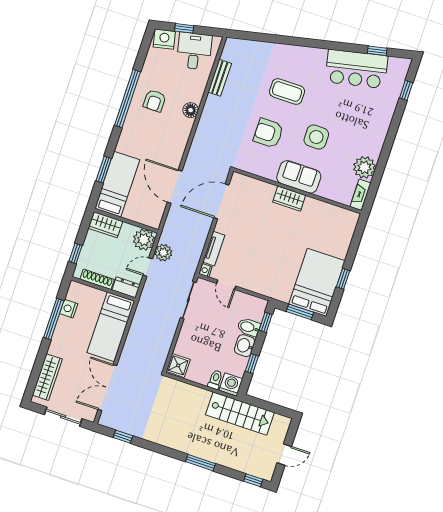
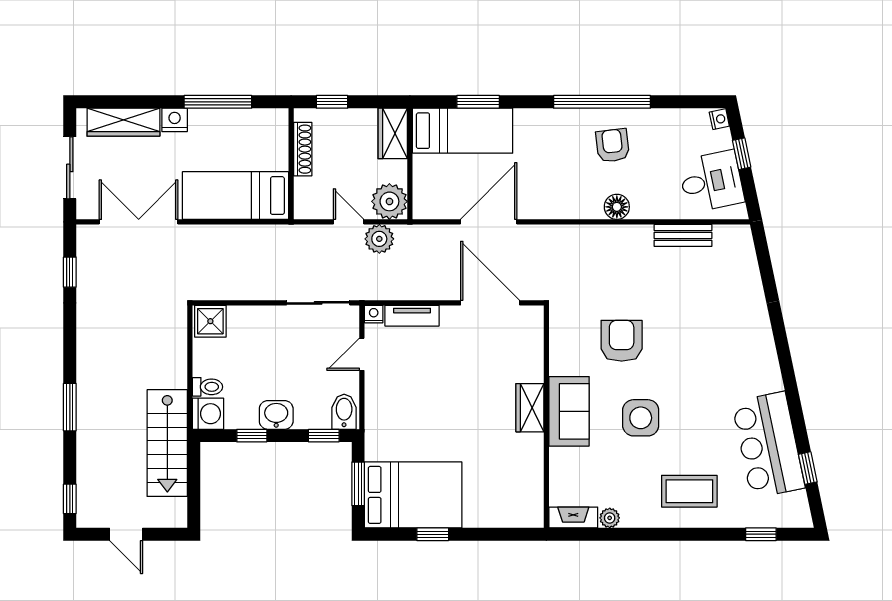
nightstand: (164, 39) -> (719, 119), width x0.53, depth x0.56
coffee table: (287, 91) -> (689, 491), moved, turned 90
armchair: (155, 101) -> (613, 145), turned 83
plant: (364, 167) -> (610, 518), width x0.53, depth x0.53
dresser: (126, 287) -> (305, 199), removed
nightstand: (69, 309) -> (175, 120), moved
bidet: (249, 327) -> (344, 412), moved

